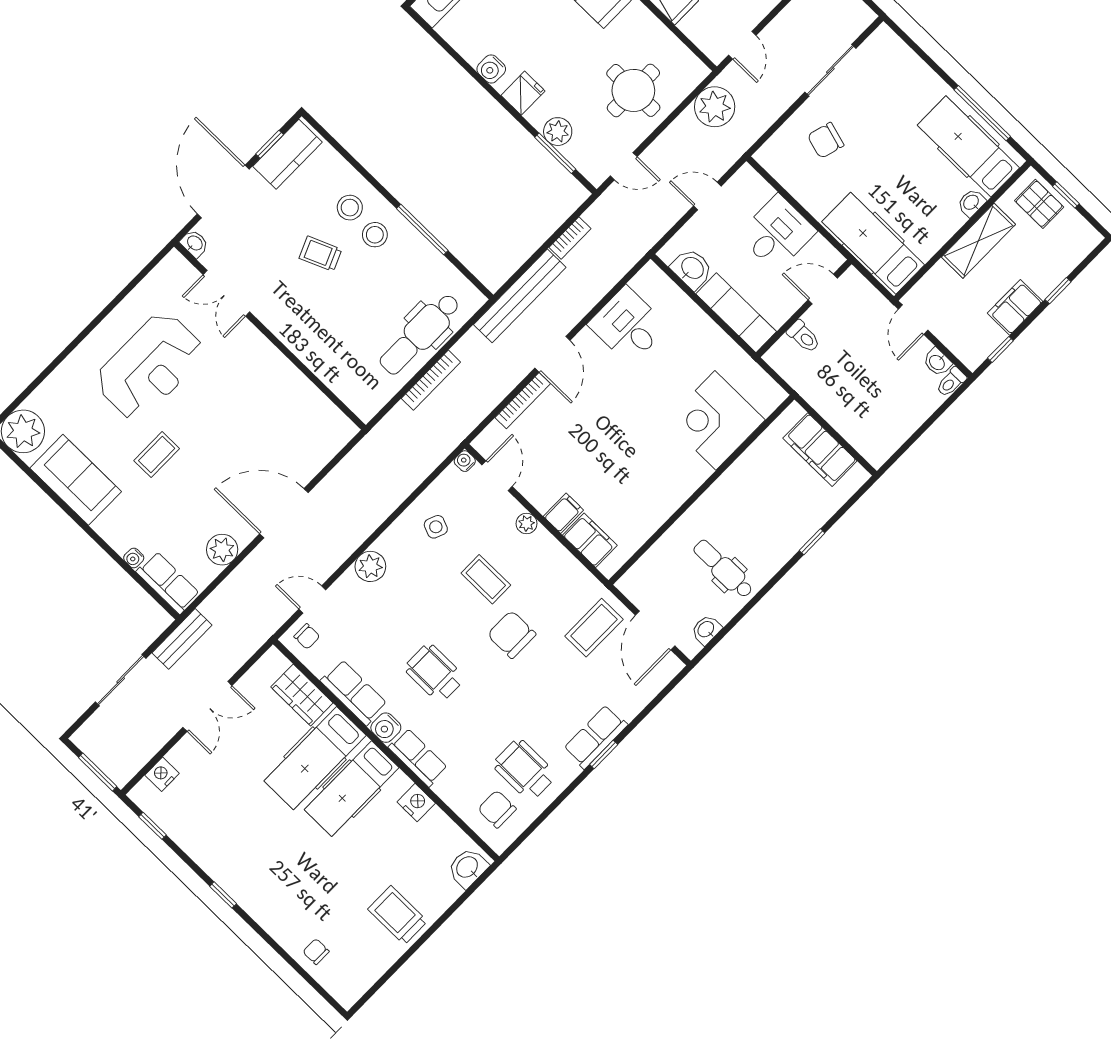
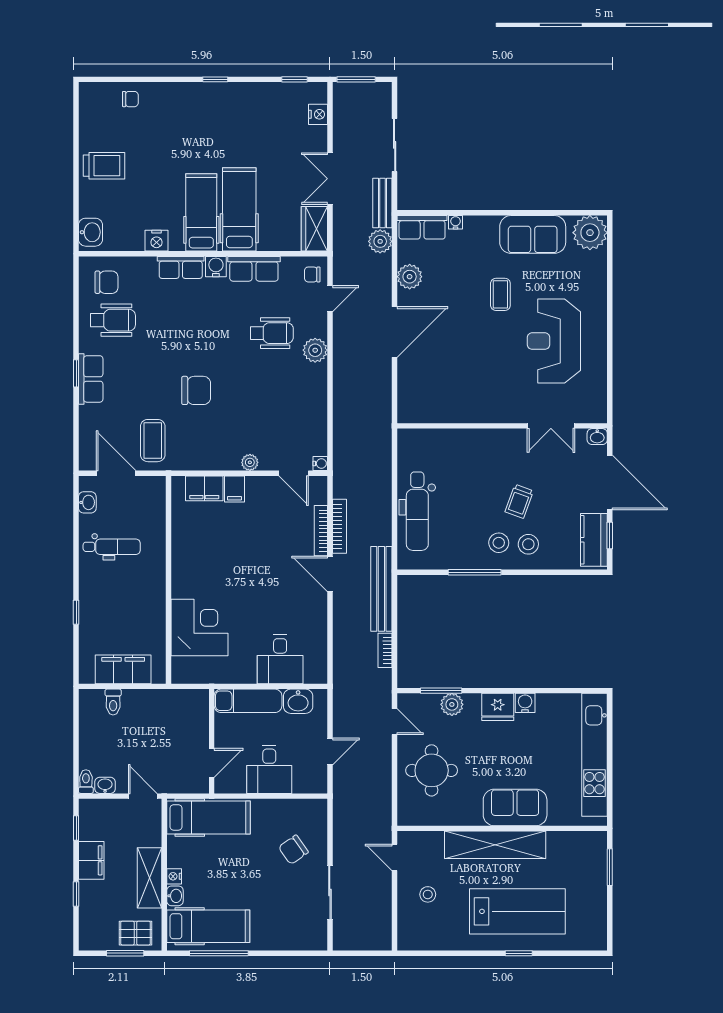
fridge: (523, 93) -> (498, 707), width x1.38
plant: (715, 107) -> (380, 241), moved, width x0.73, depth x0.73
chair: (826, 140) -> (293, 850), turned -141
door: (624, 166) -> (395, 722), swing flipped
window: (1066, 195) -> (125, 953), width x1.50
nightstand: (955, 221) -> (174, 876), added
trolley: (320, 254) -> (519, 501), turned 133
double door: (226, 293) -> (551, 426), swing flipped
desk: (628, 325) -> (280, 659), moved, turned 90
dental chair: (420, 334) -> (417, 511), turned 180
toilet: (804, 337) -> (113, 702), moved, turned -90
bookcase: (431, 380) -> (339, 526), moved, turned 180
side table: (436, 527) -> (300, 410), removed
coffee table: (486, 579) -> (242, 408), removed
wheelchair: (434, 673) -> (272, 333), moved
wardrobe: (302, 695) -> (314, 229), moved, turned -90

